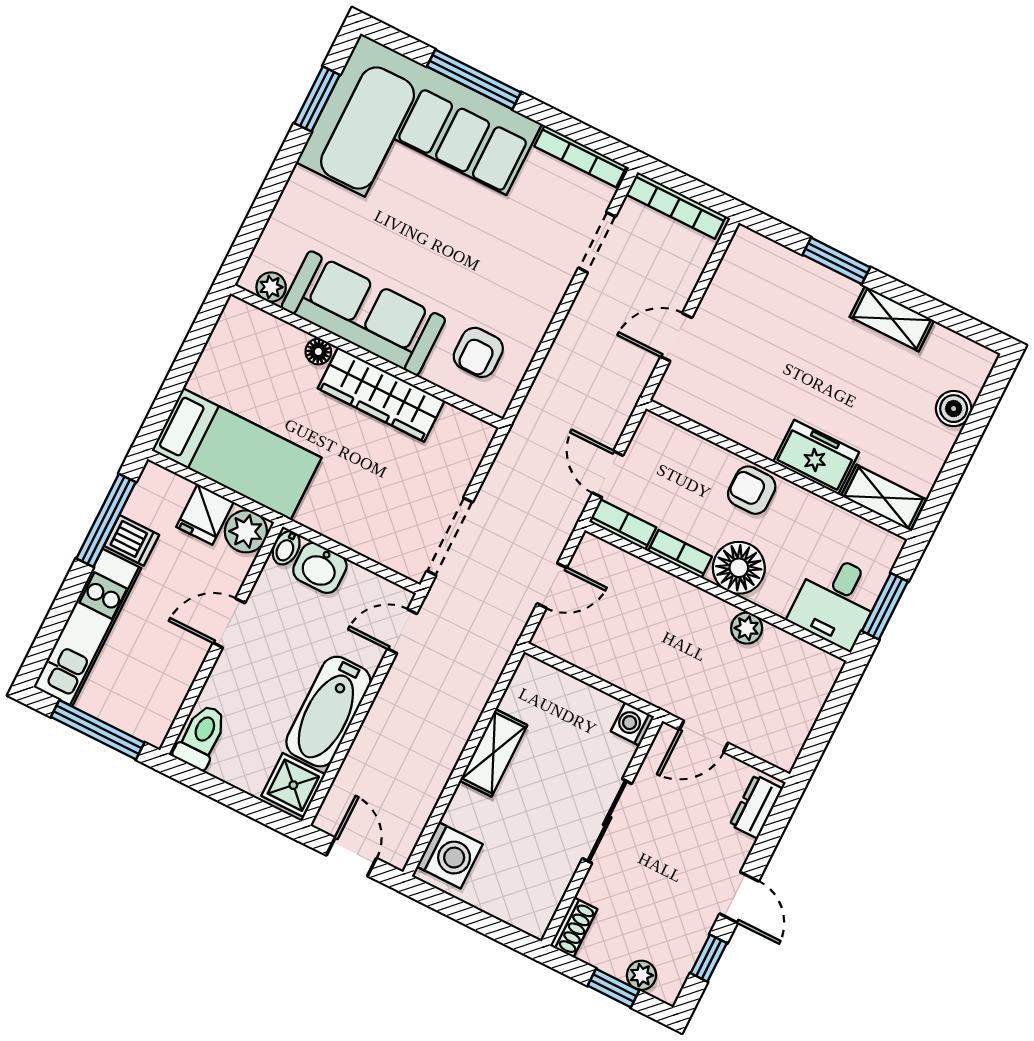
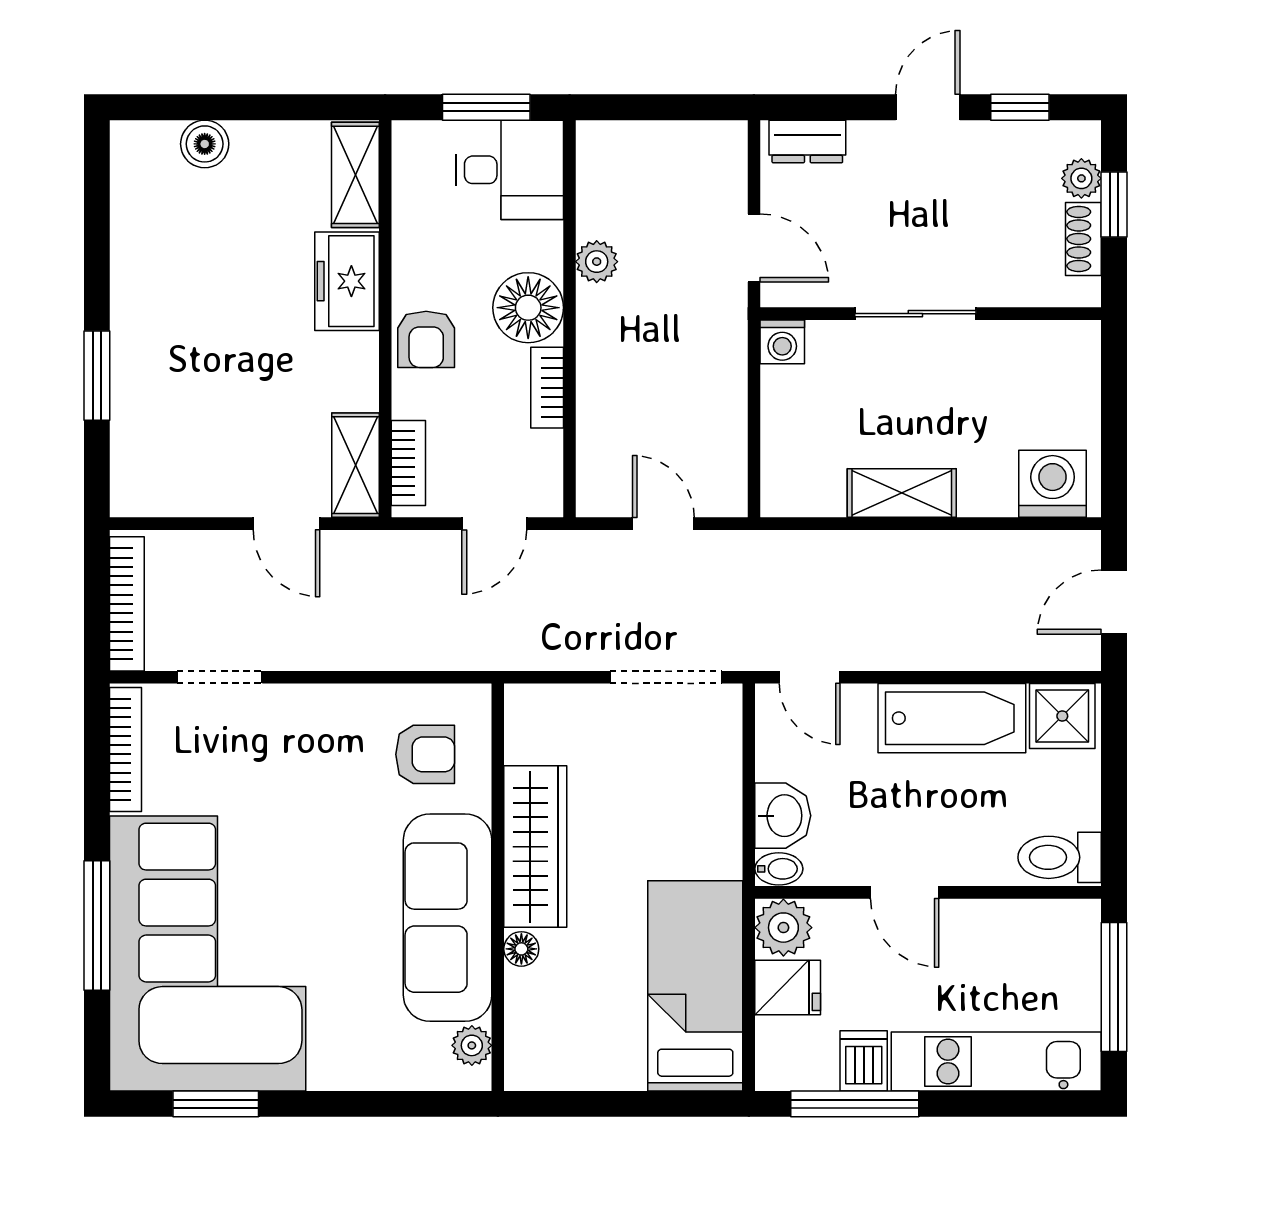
shelving: (892, 319) -> (355, 465), moved
bookcase: (623, 525) -> (408, 463), moved, turned 180
shoe rack: (574, 927) -> (1083, 239), moved, turned -90

